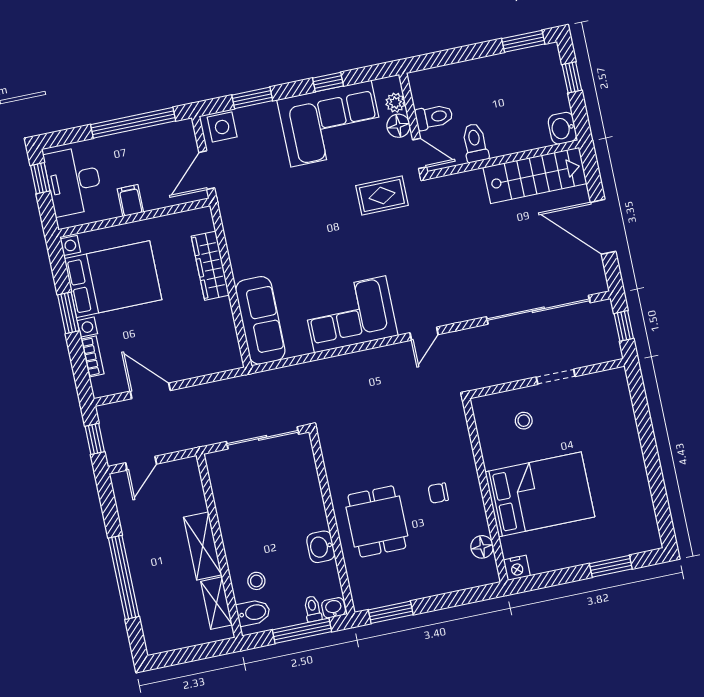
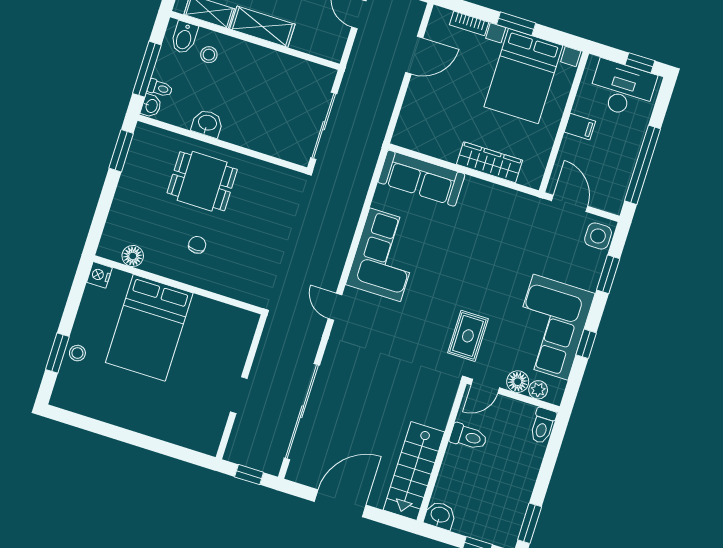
toilet: (434, 117) -> (543, 426), moved
stool: (524, 421) -> (77, 353), moved

